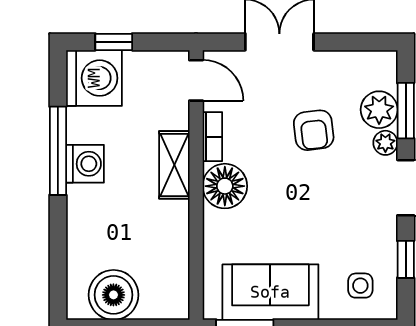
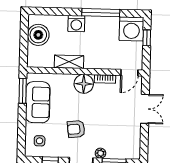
plant: (379, 110) -> (115, 151), removed
armchair: (314, 130) -> (76, 129), moved
washing machine: (85, 164) -> (76, 24), moved
shelving: (174, 165) -> (69, 62), moved

